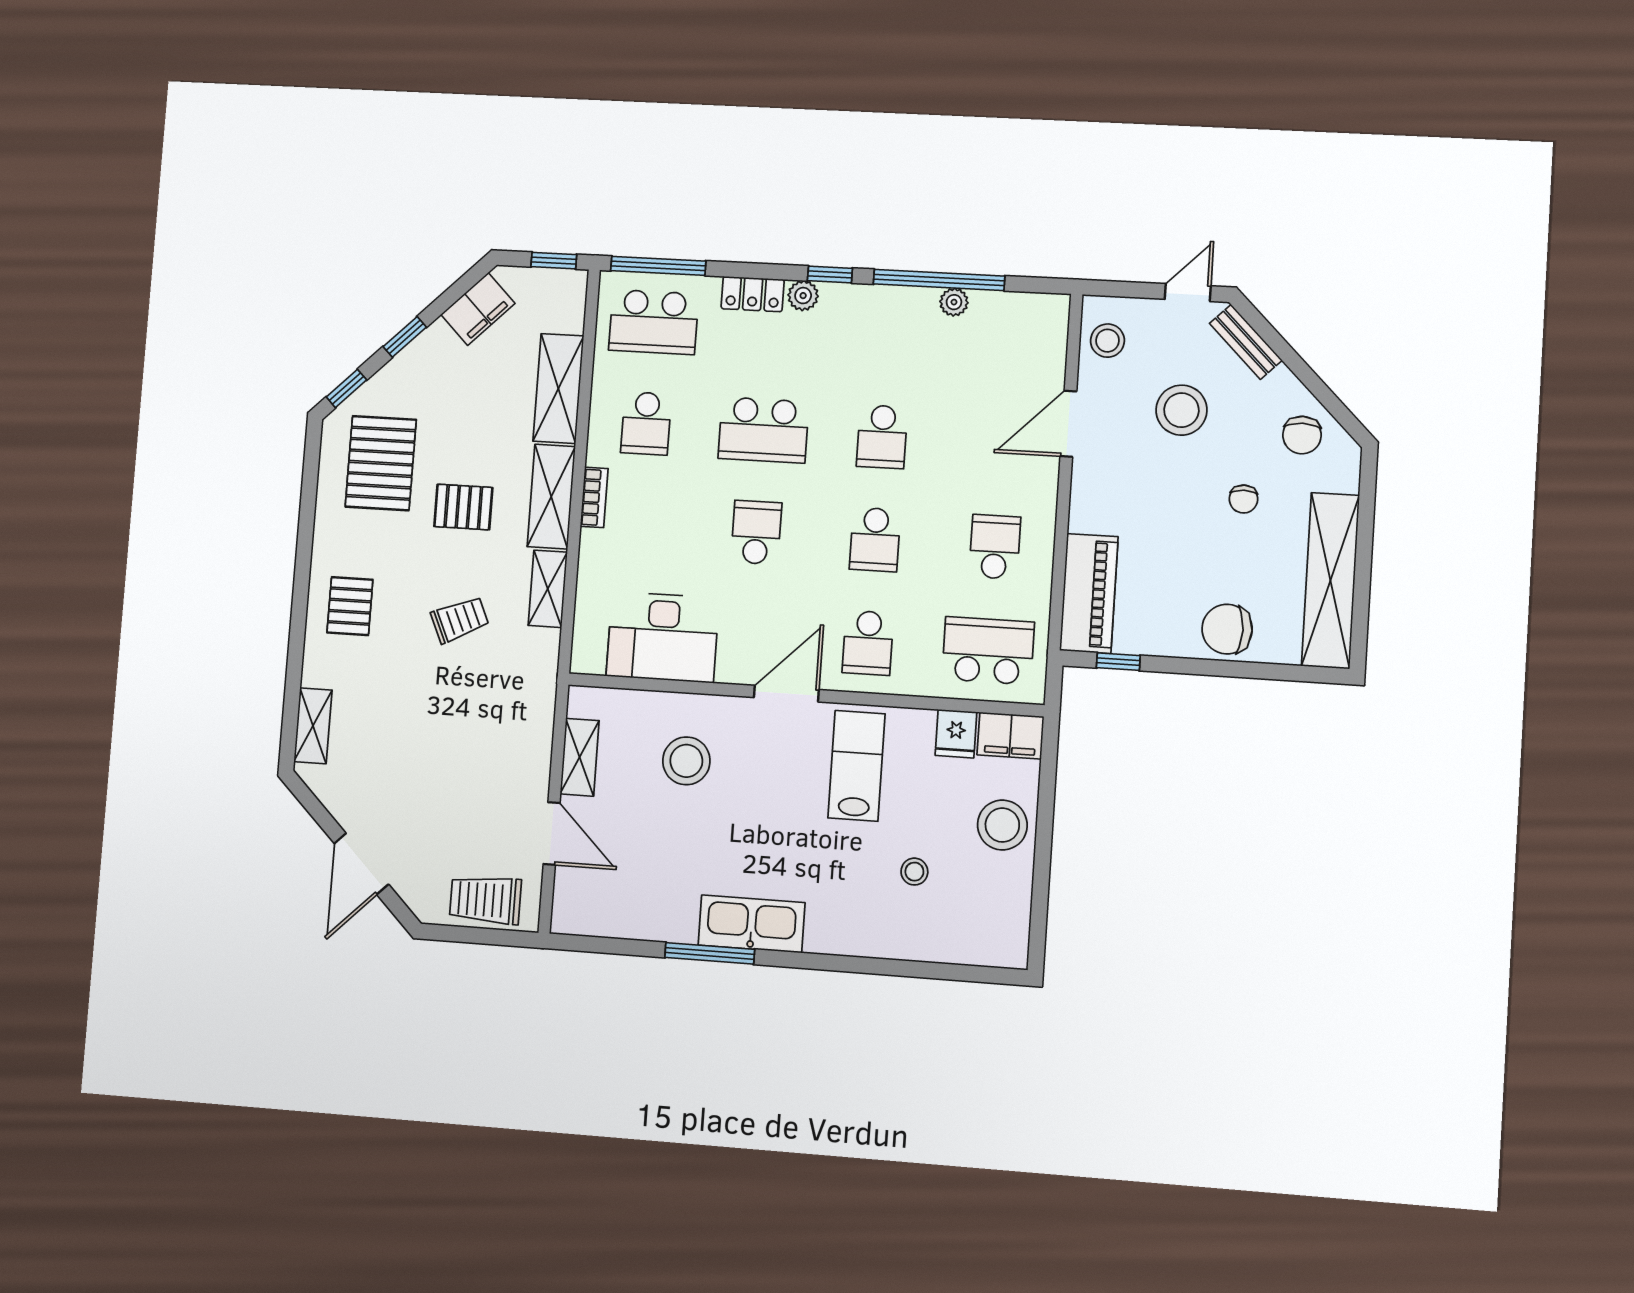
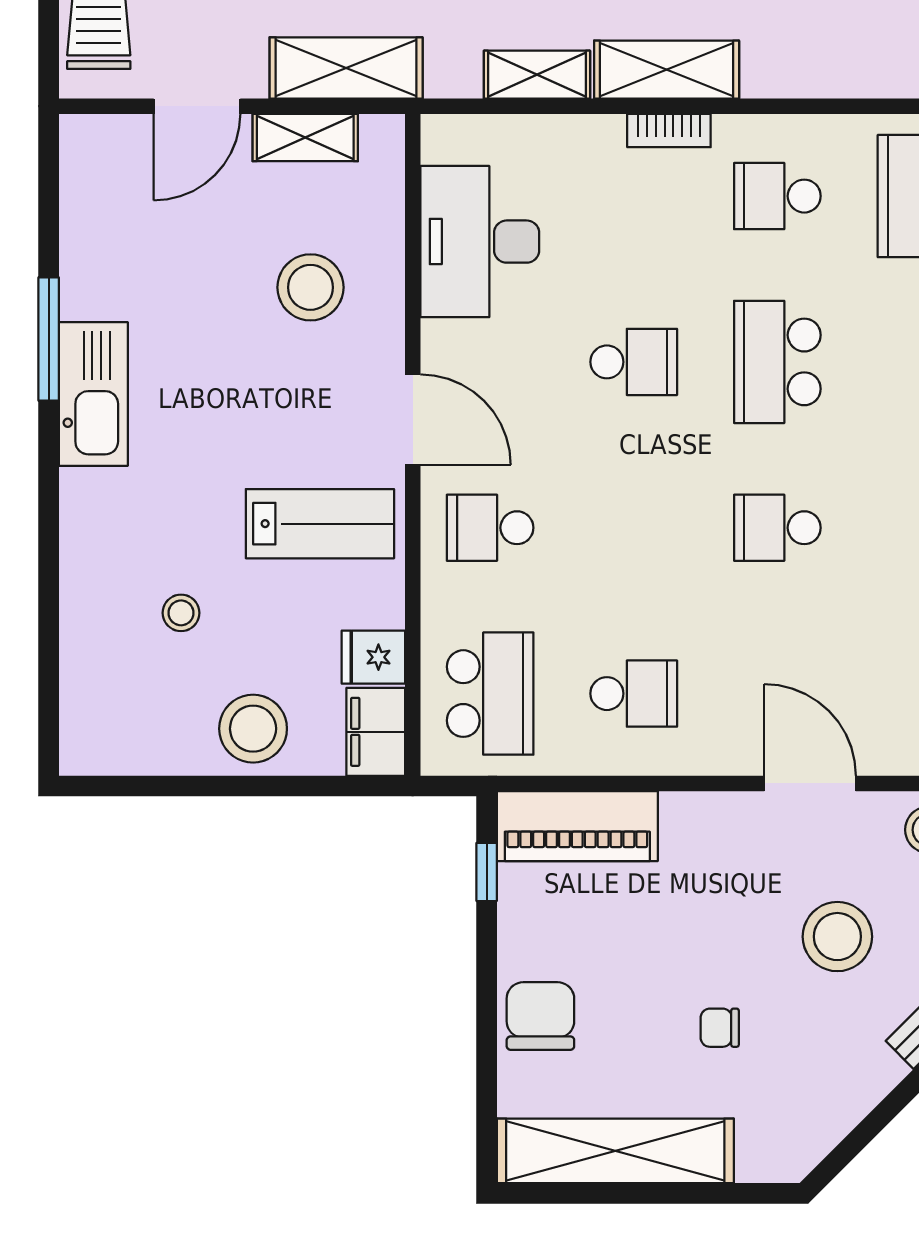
shelving: (558, 389) -> (346, 68), moved
chair: (1302, 435) -> (812, 1102), removed
school desk: (875, 540) -> (634, 528), removed

